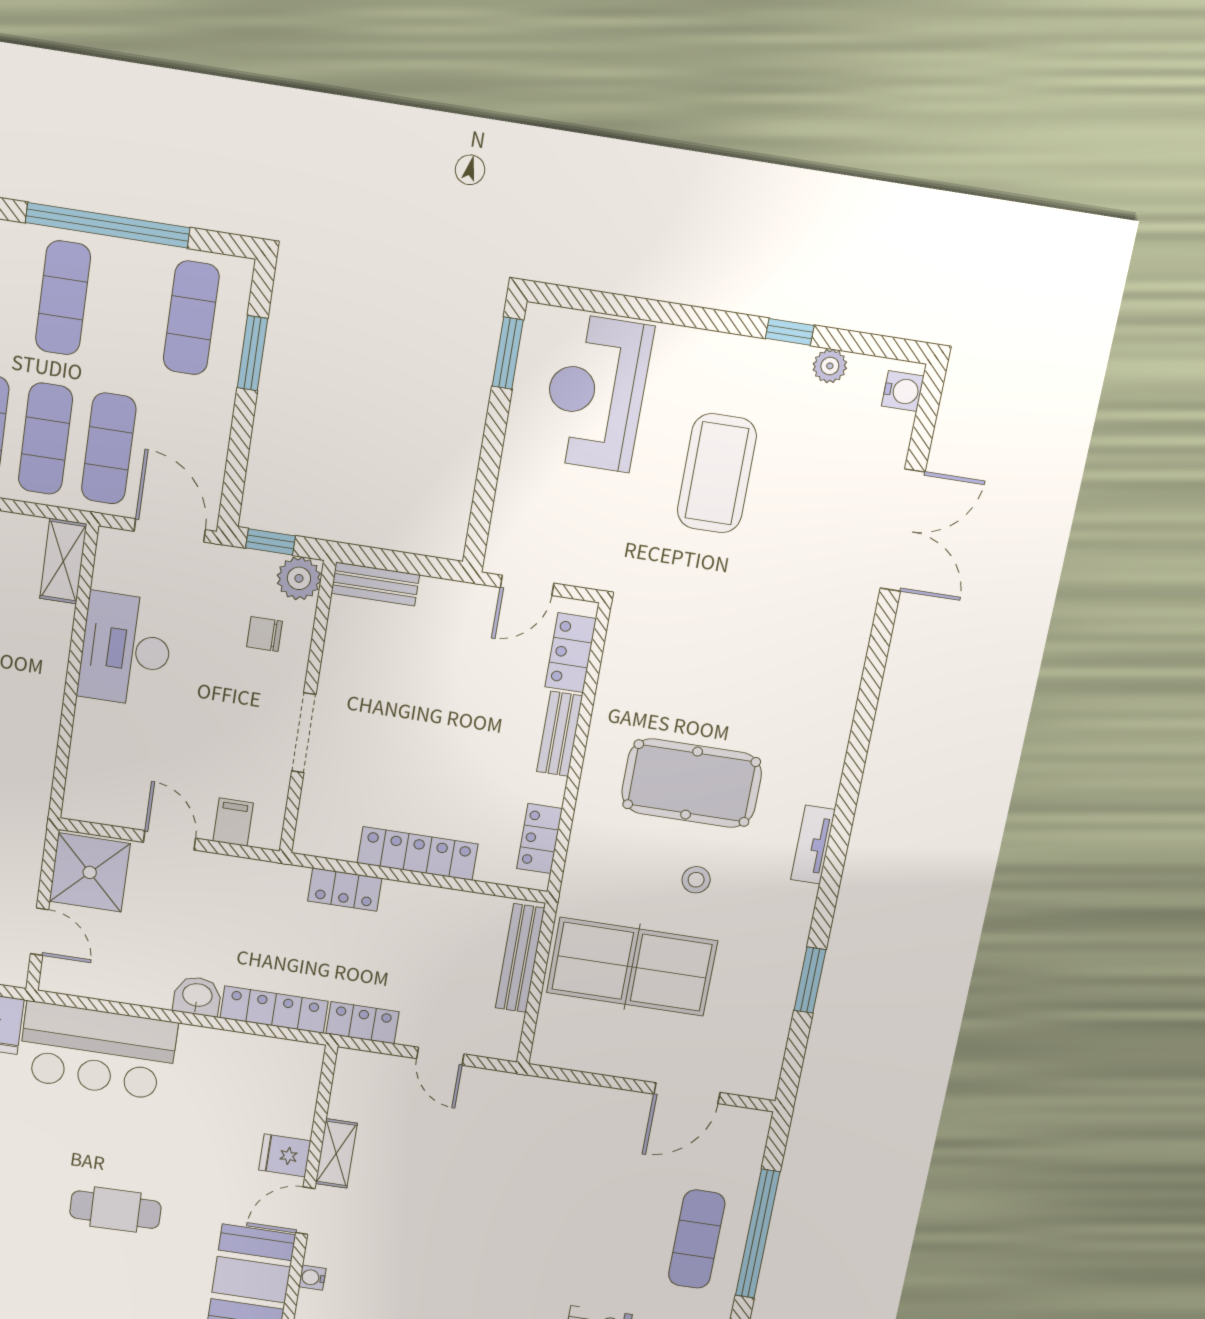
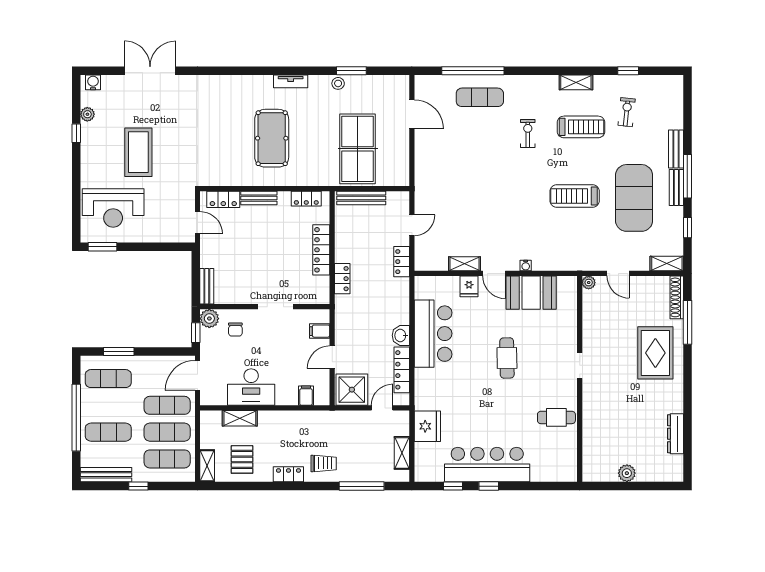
coffee table: (717, 473) -> (138, 152), turned 90
shelving: (63, 561) -> (240, 418), moved
filing cabinet: (89, 770) -> (306, 396), added
stool: (696, 880) -> (338, 83), moved
locker: (274, 1010) -> (402, 370), moved
bar counter: (97, 1051) -> (433, 334), moved

